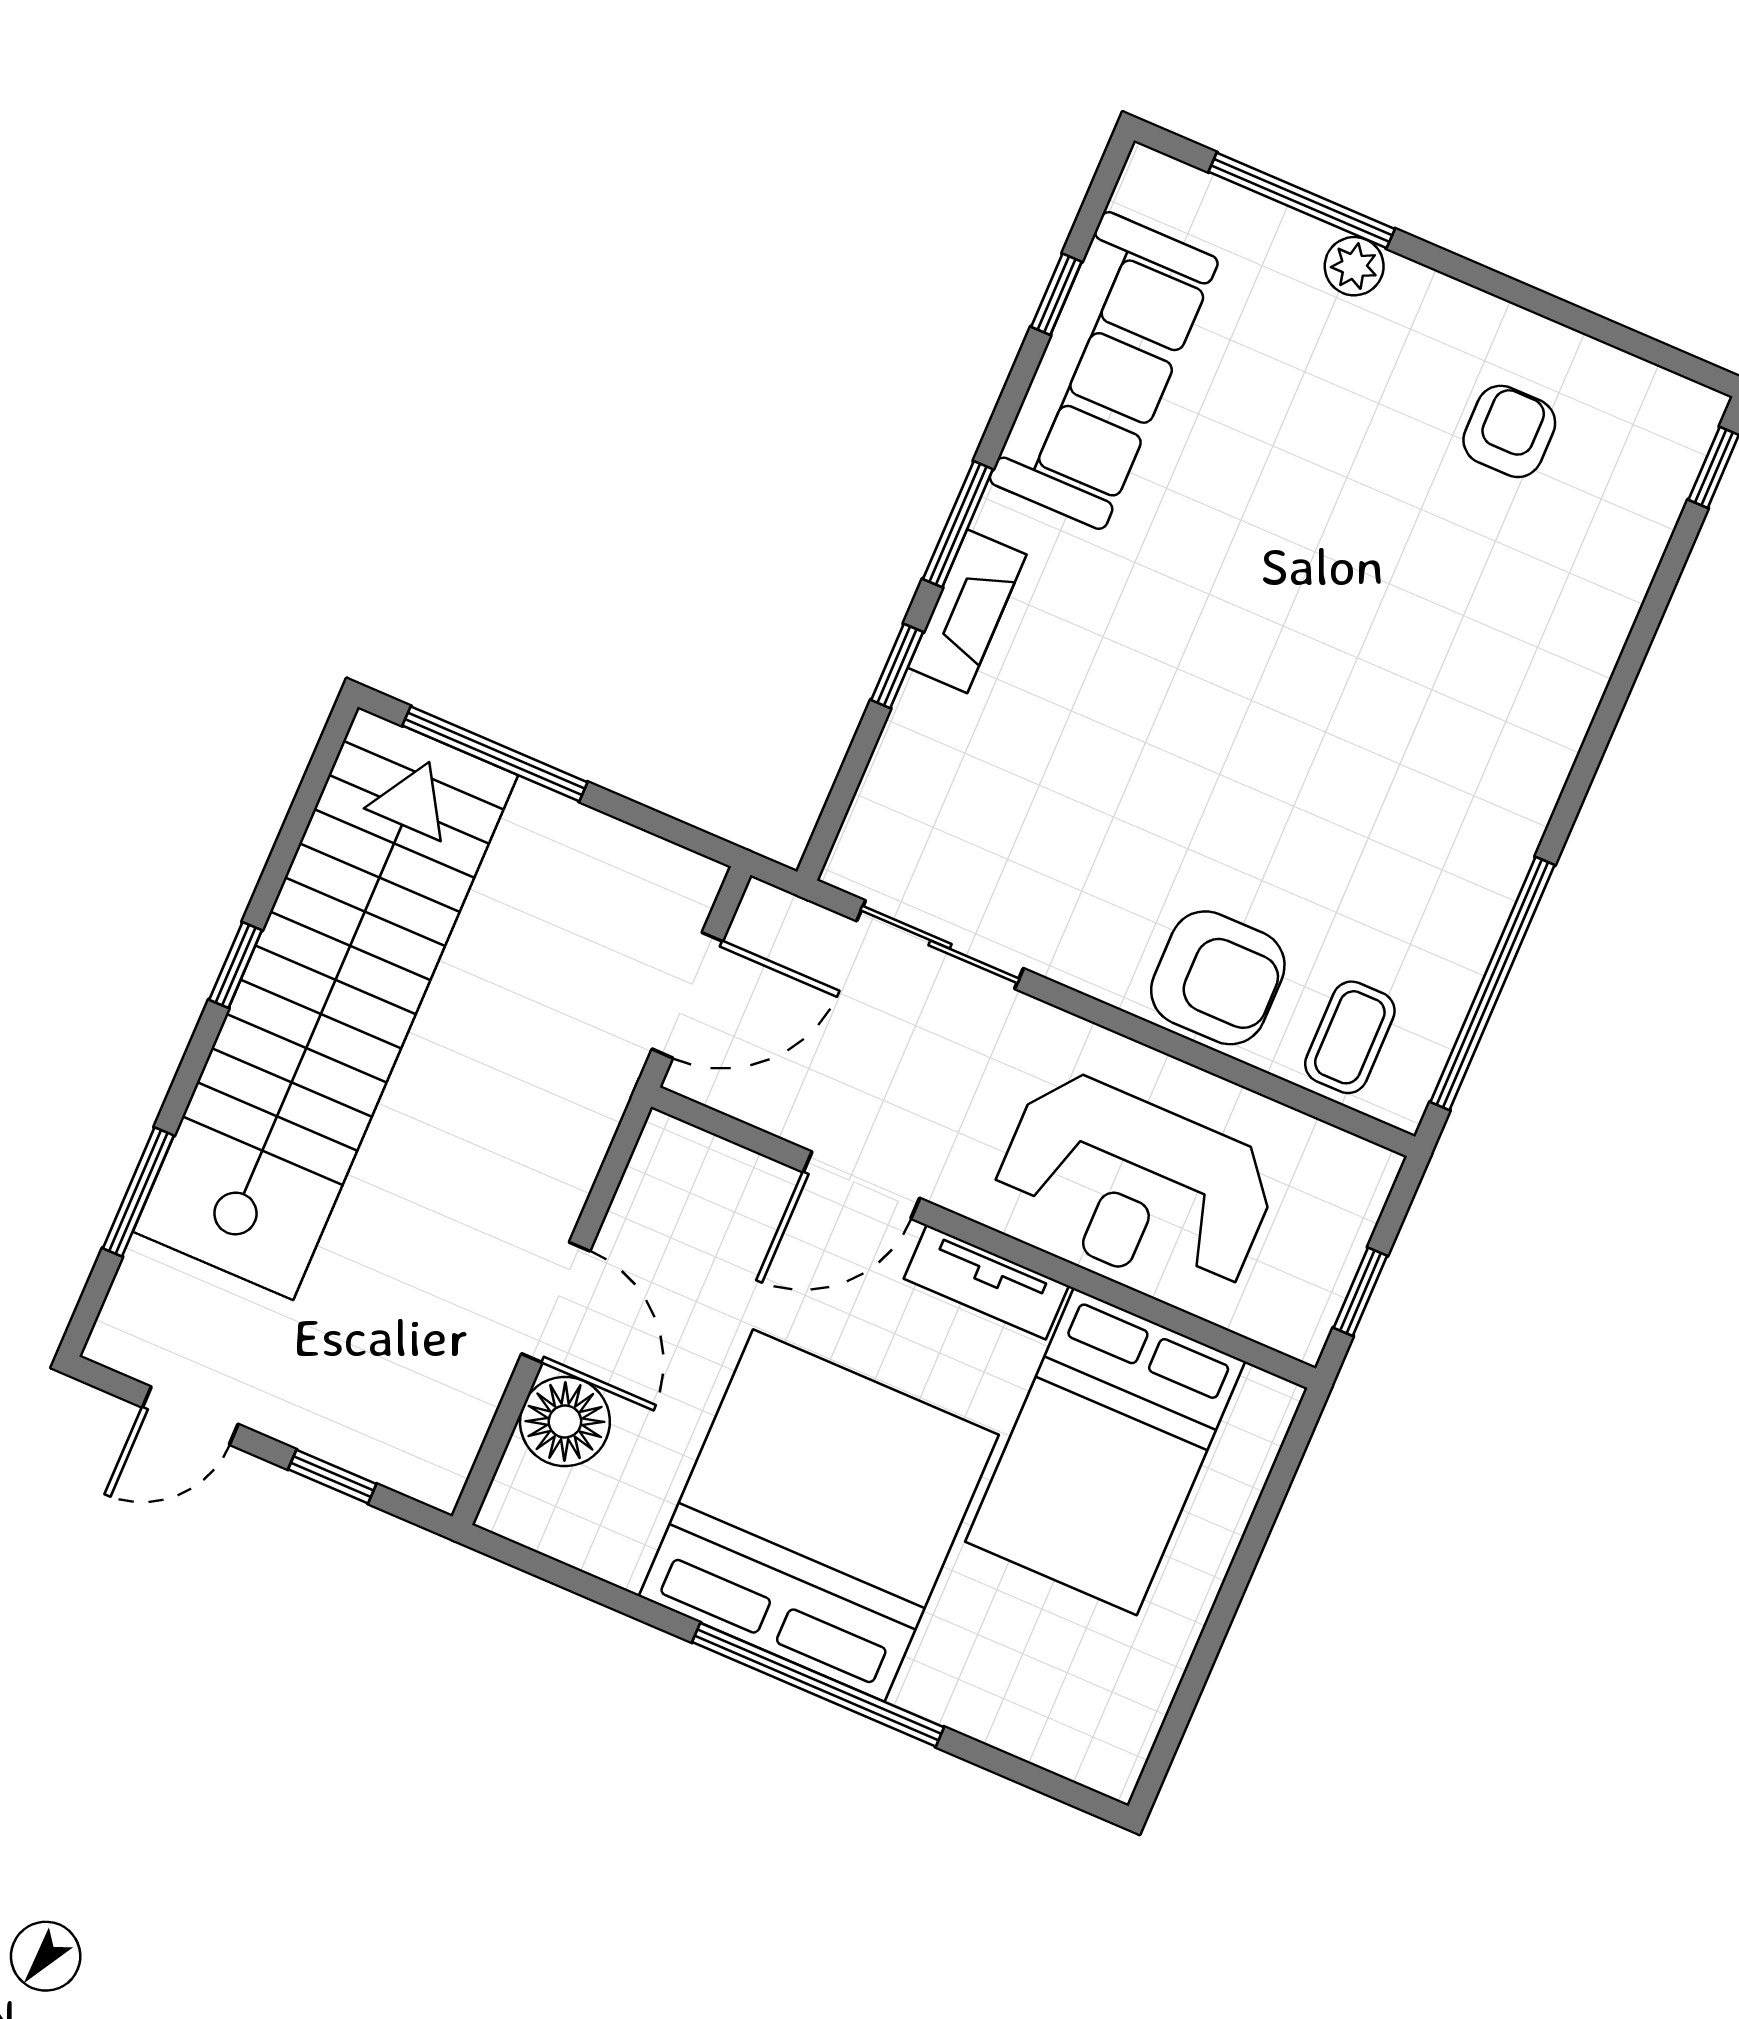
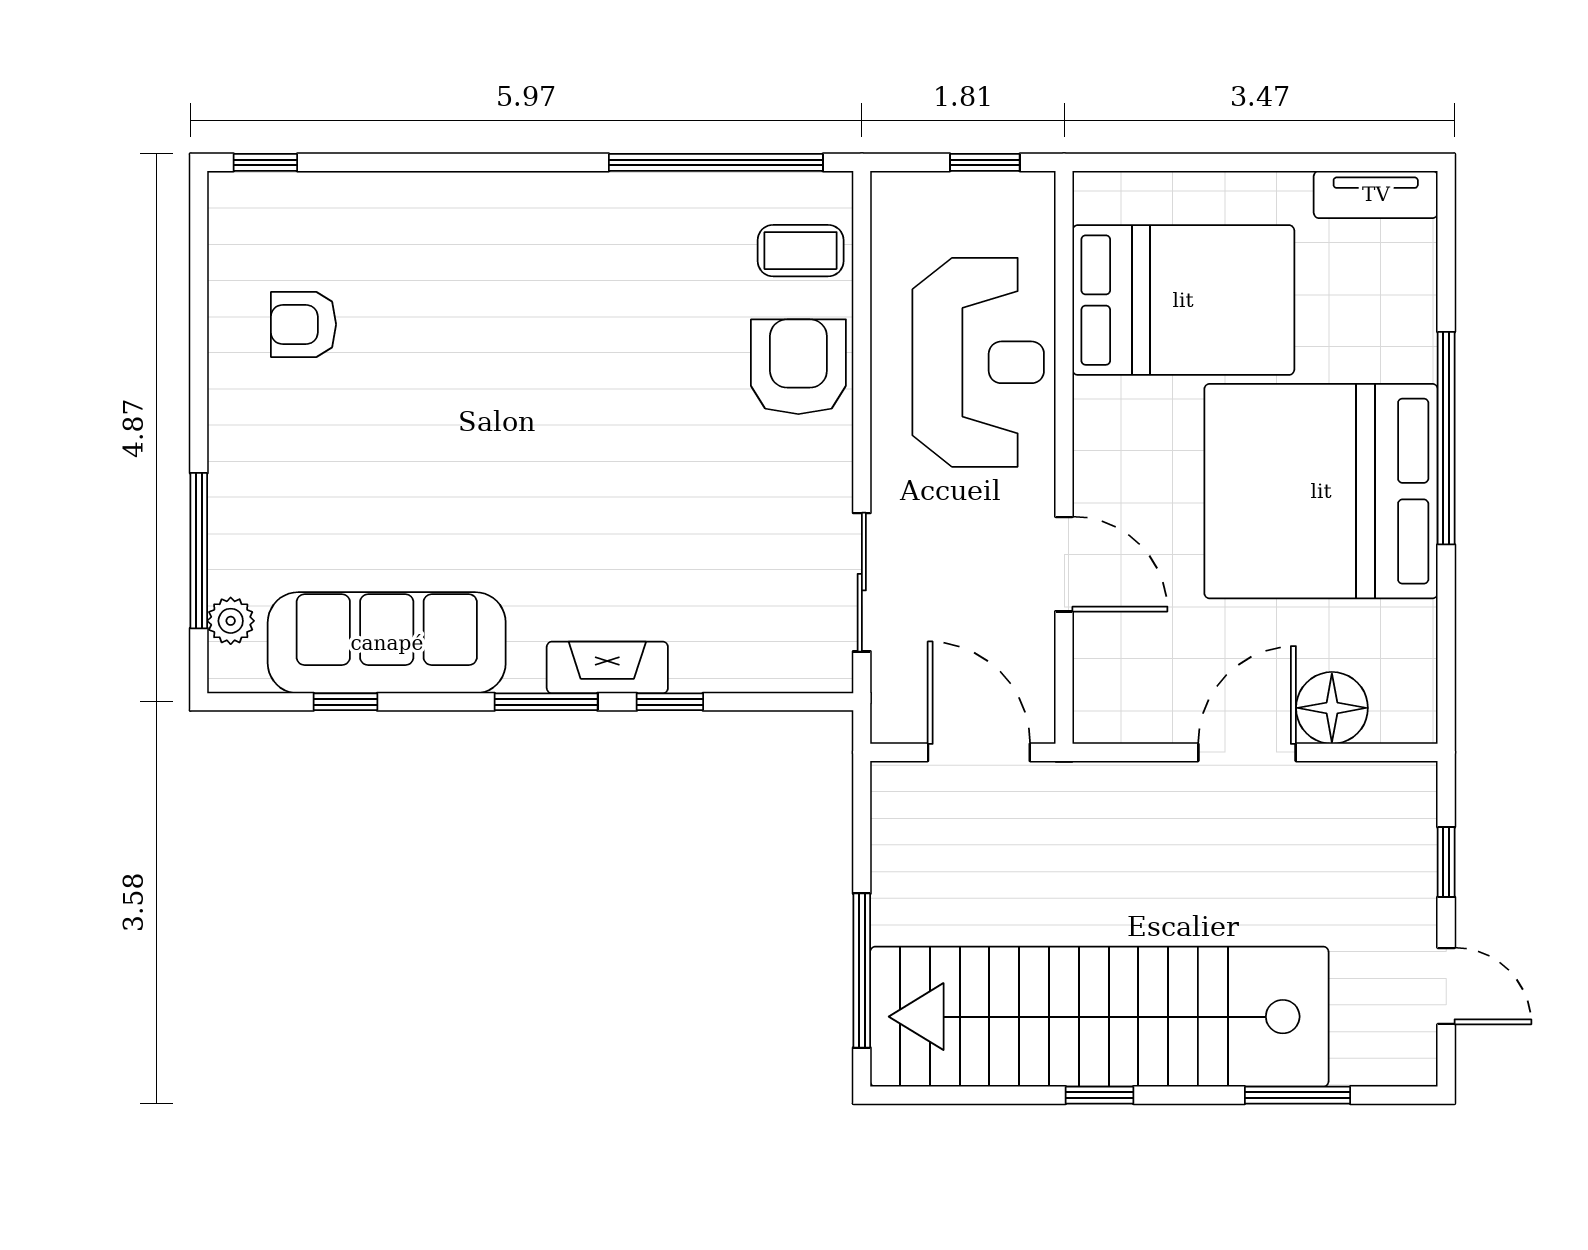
plant: (1354, 266) -> (231, 621), moved
tv unit: (986, 1282) -> (1376, 194), moved, turned 90

